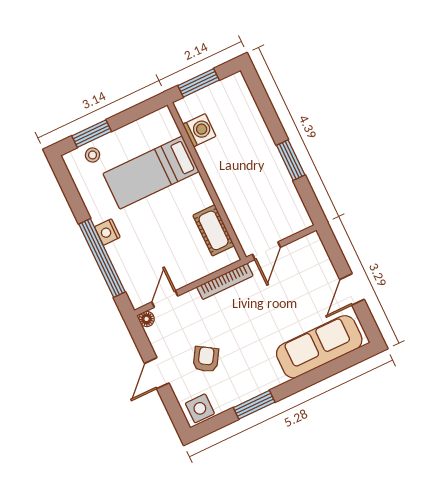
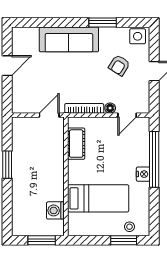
floor lamp: (147, 319) -> (110, 108), moved
sofa: (319, 347) -> (69, 39), moved

